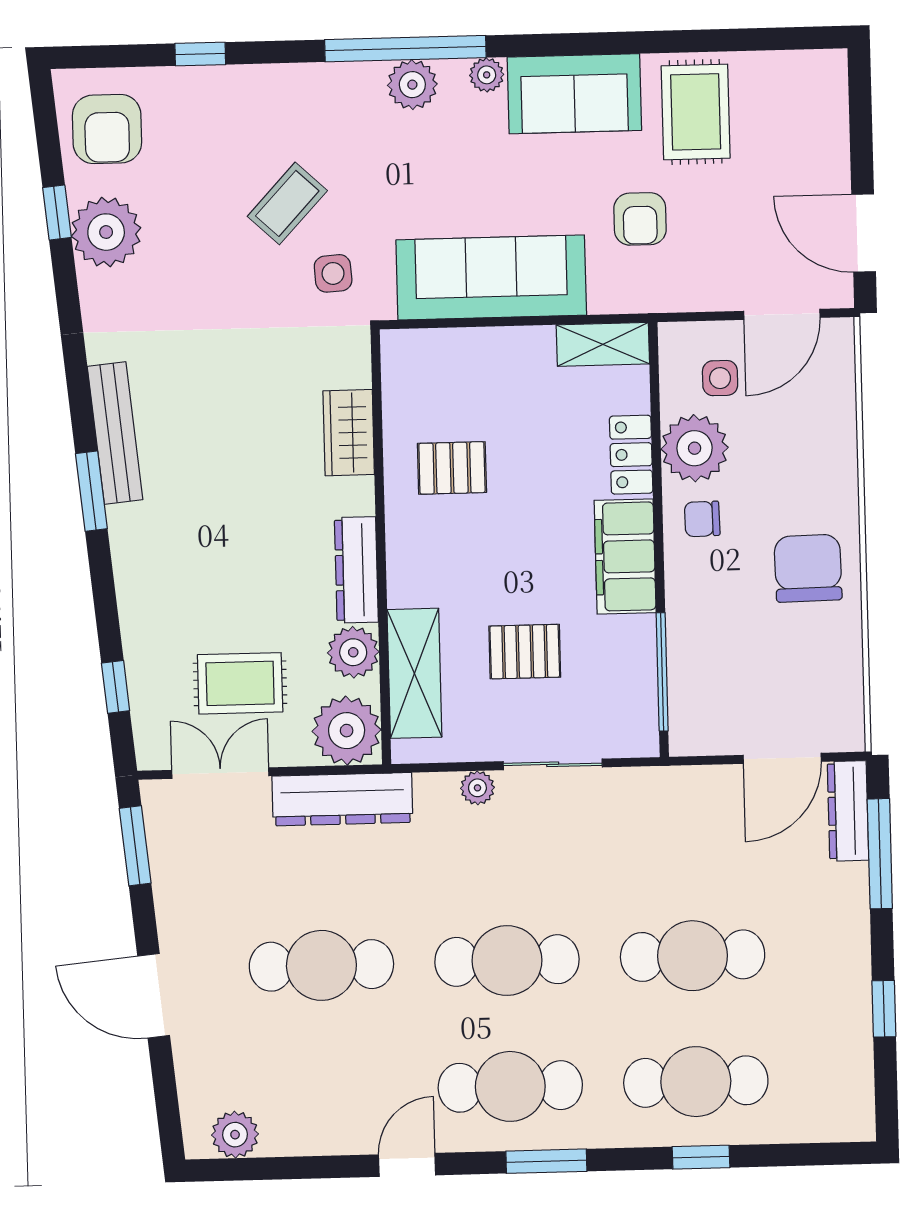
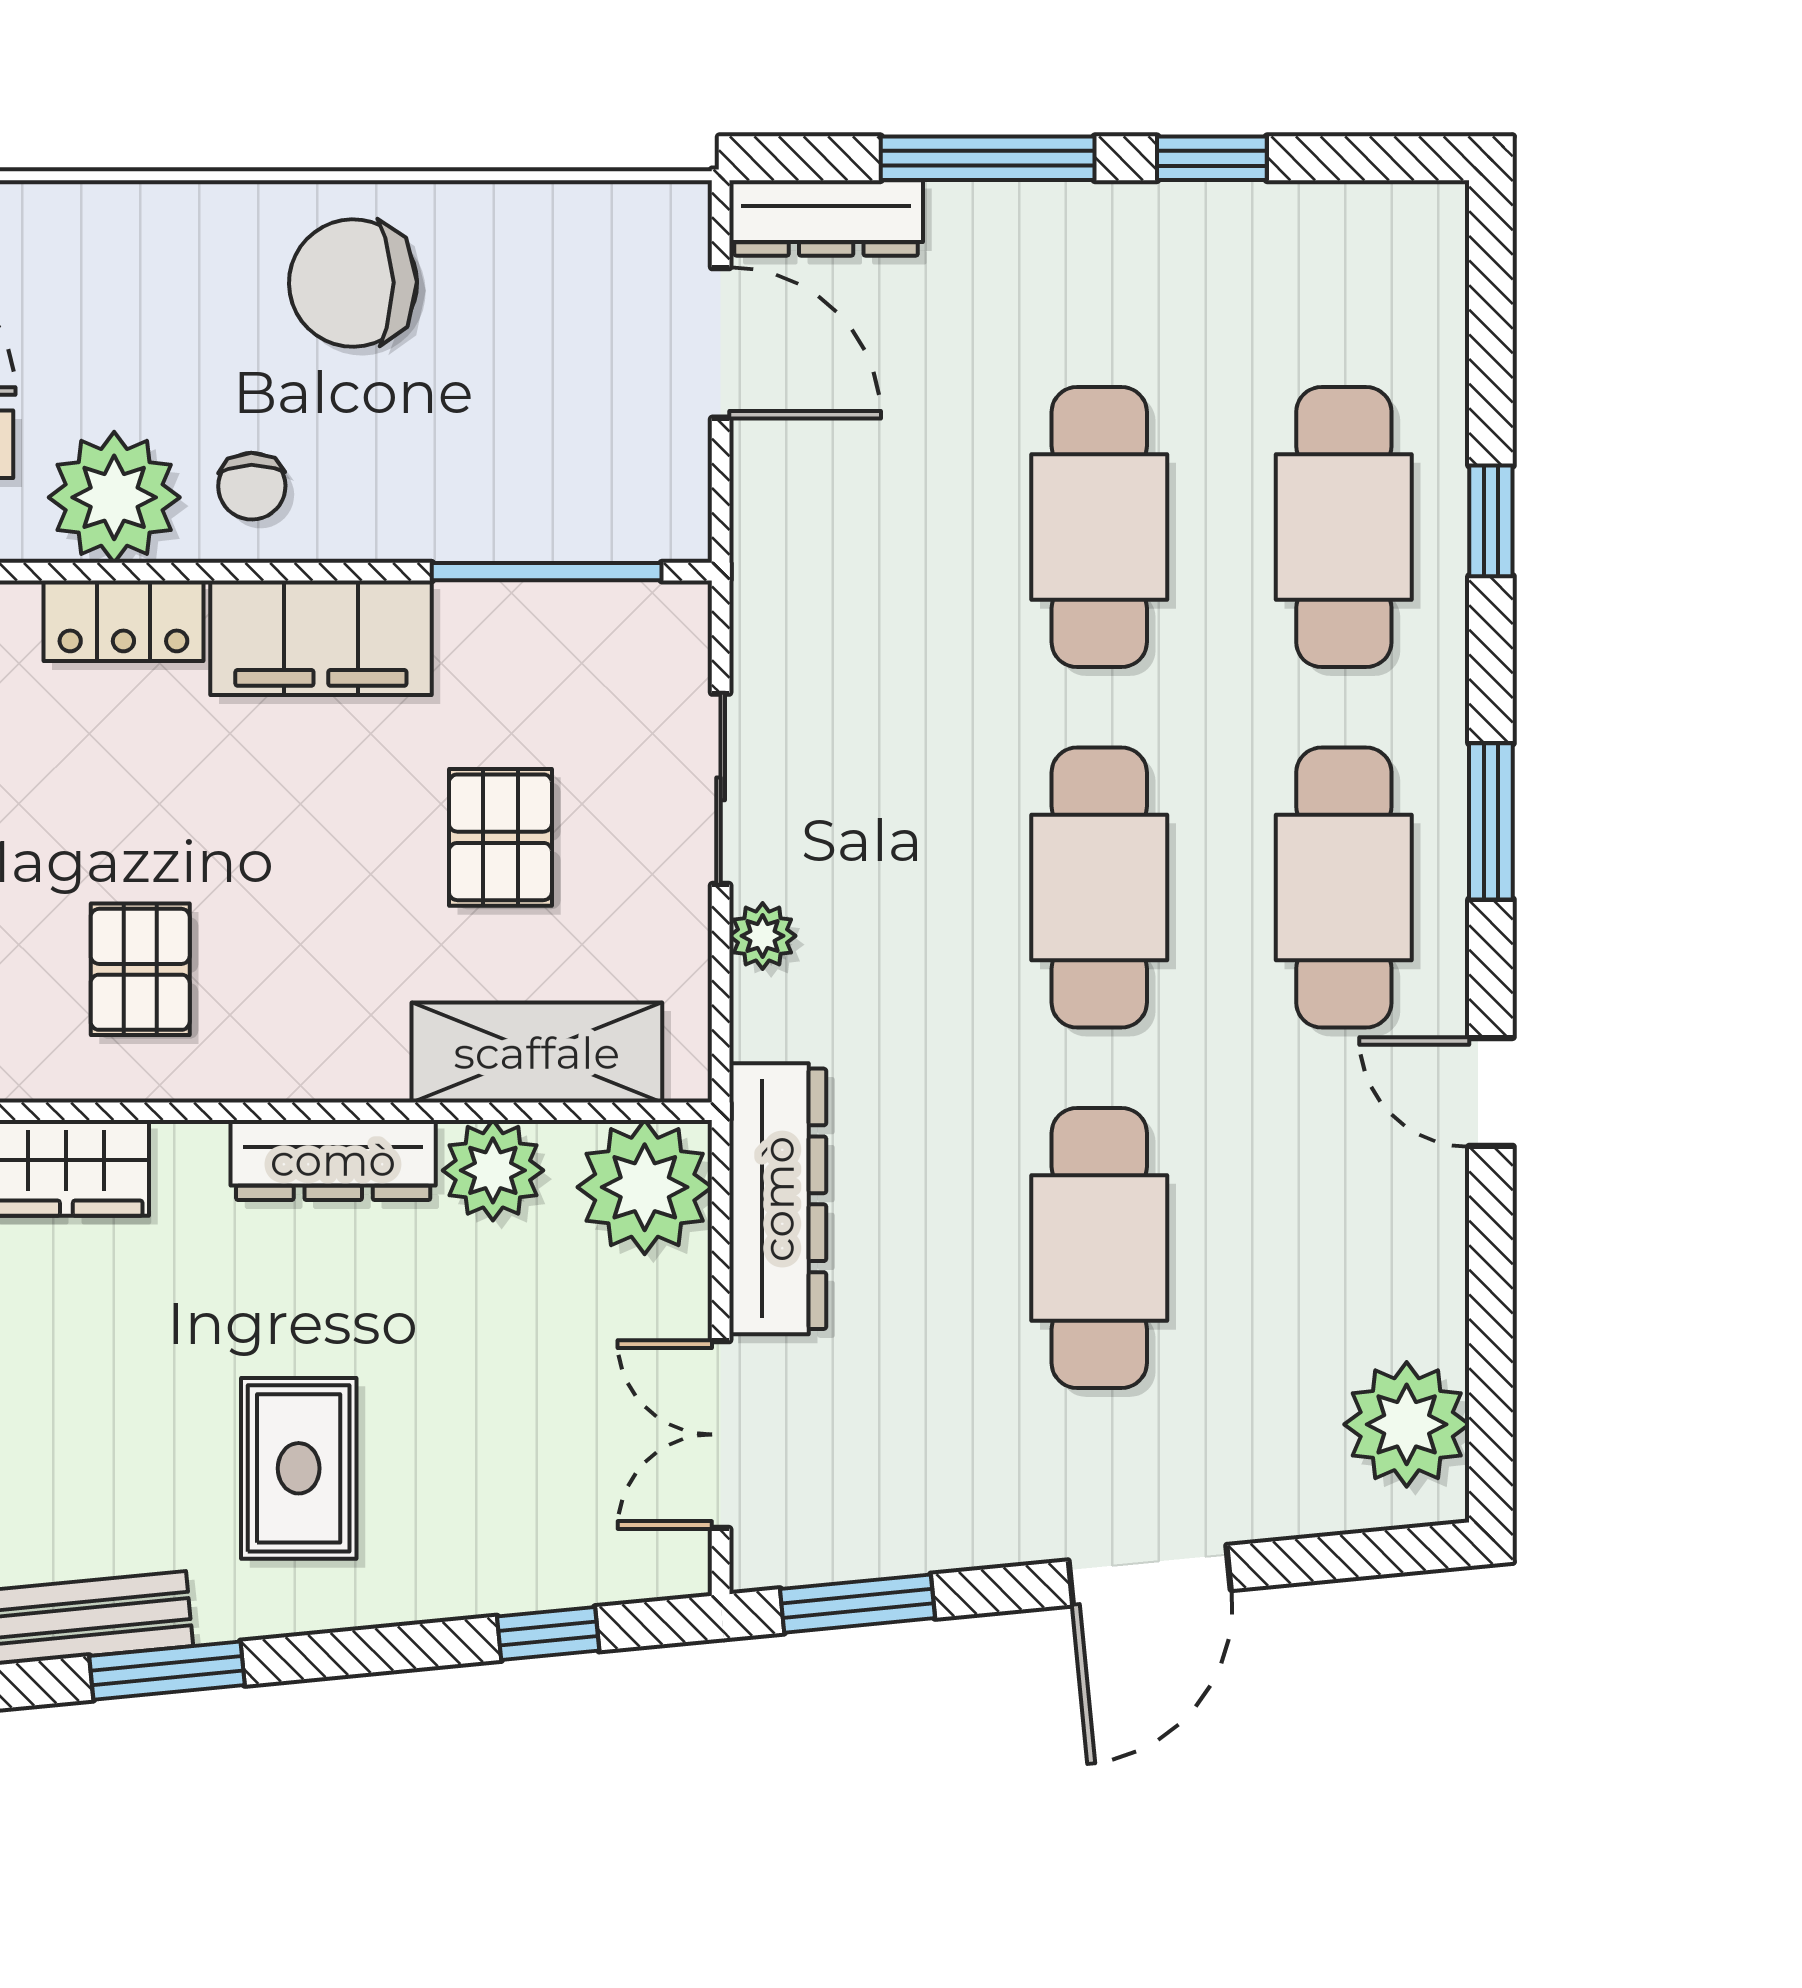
rug: (240, 683) -> (299, 1468), moved
window: (880, 854) -> (988, 158), moved
plant: (235, 1135) -> (1407, 1424), width x1.36, depth x1.36

